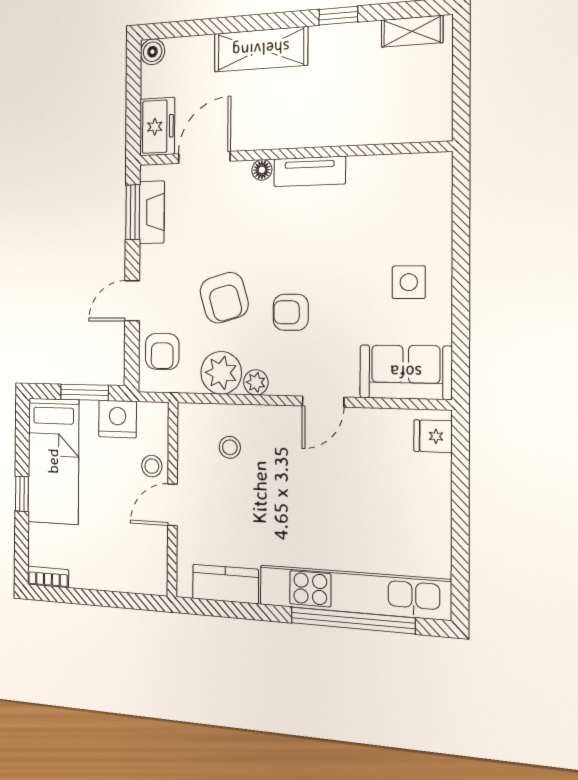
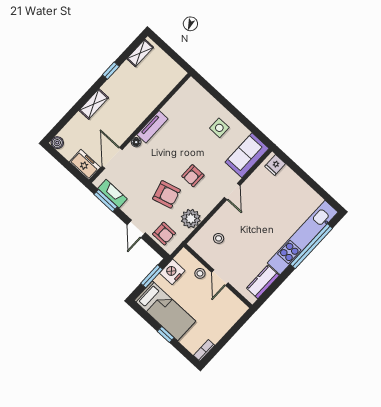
shelving: (261, 49) -> (94, 104), width x0.67, depth x0.75
plant: (256, 382) -> (205, 209), removed

